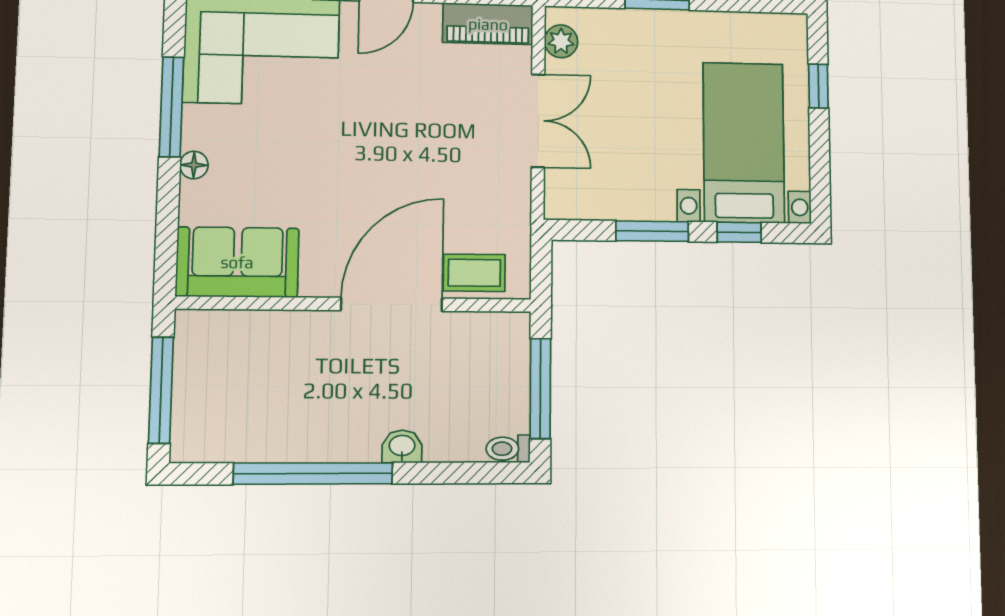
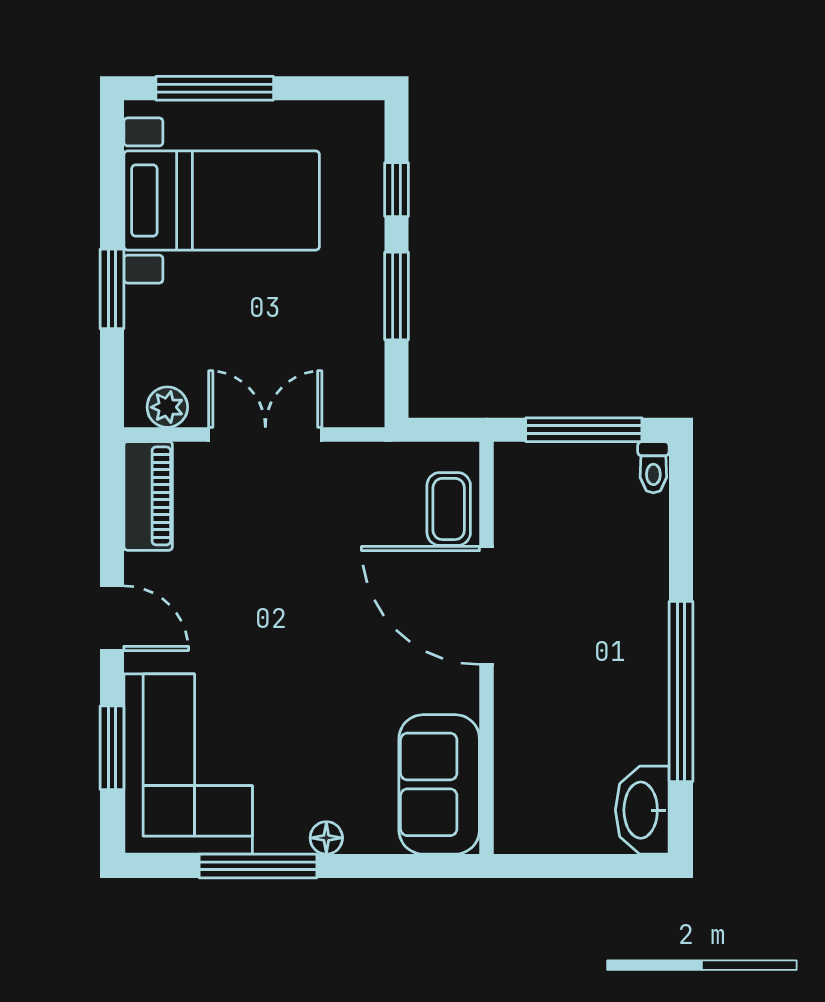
window: (818, 86) -> (215, 88), width x2.17
bed with nightstands: (744, 143) -> (222, 201), moved, turned 180
window: (161, 390) -> (587, 866), removed
washbasin: (402, 446) -> (642, 810), moved, width x1.91, depth x1.45

